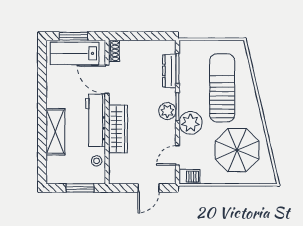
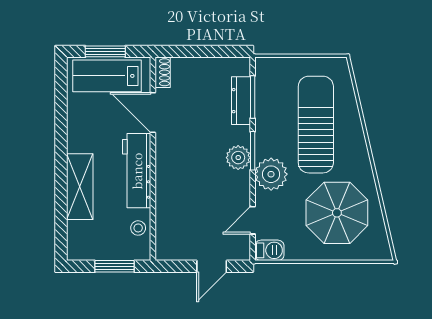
wardrobe: (118, 129) -> (168, 183), removed

